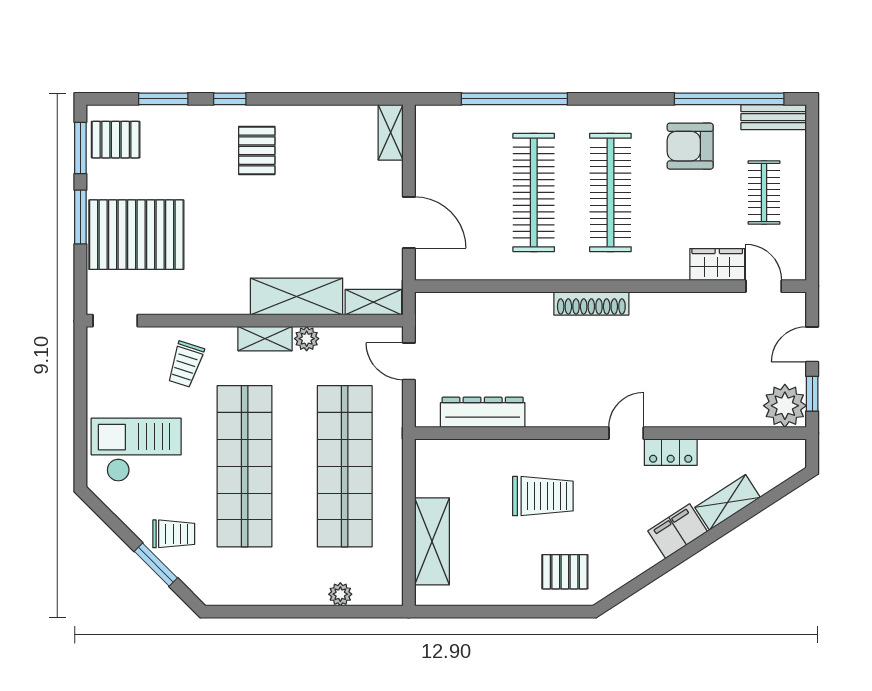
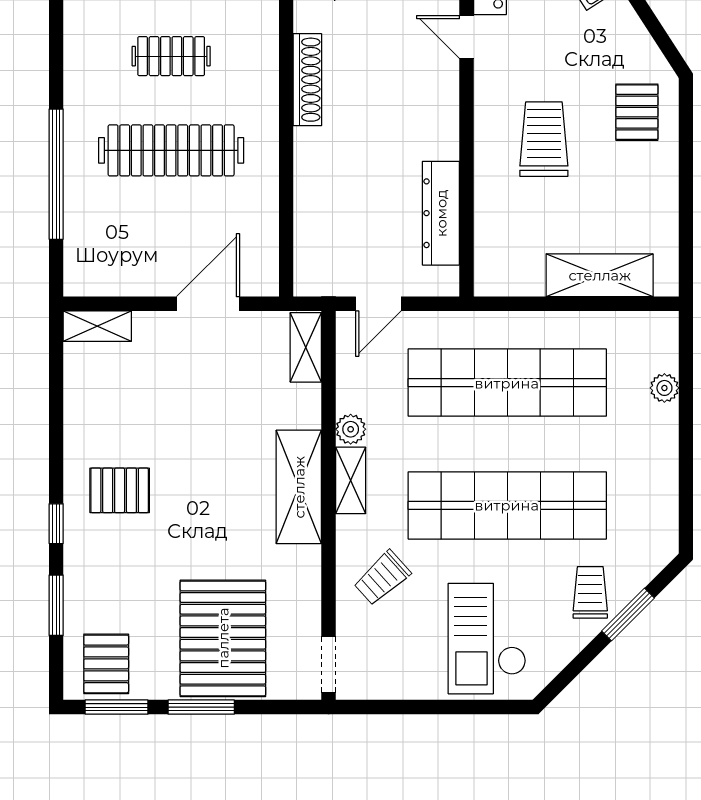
clothes rail: (610, 192) -> (171, 56), width x0.54, depth x0.76
shelving: (297, 296) -> (299, 487), moved
trolley: (186, 364) -> (382, 578), turned 120

